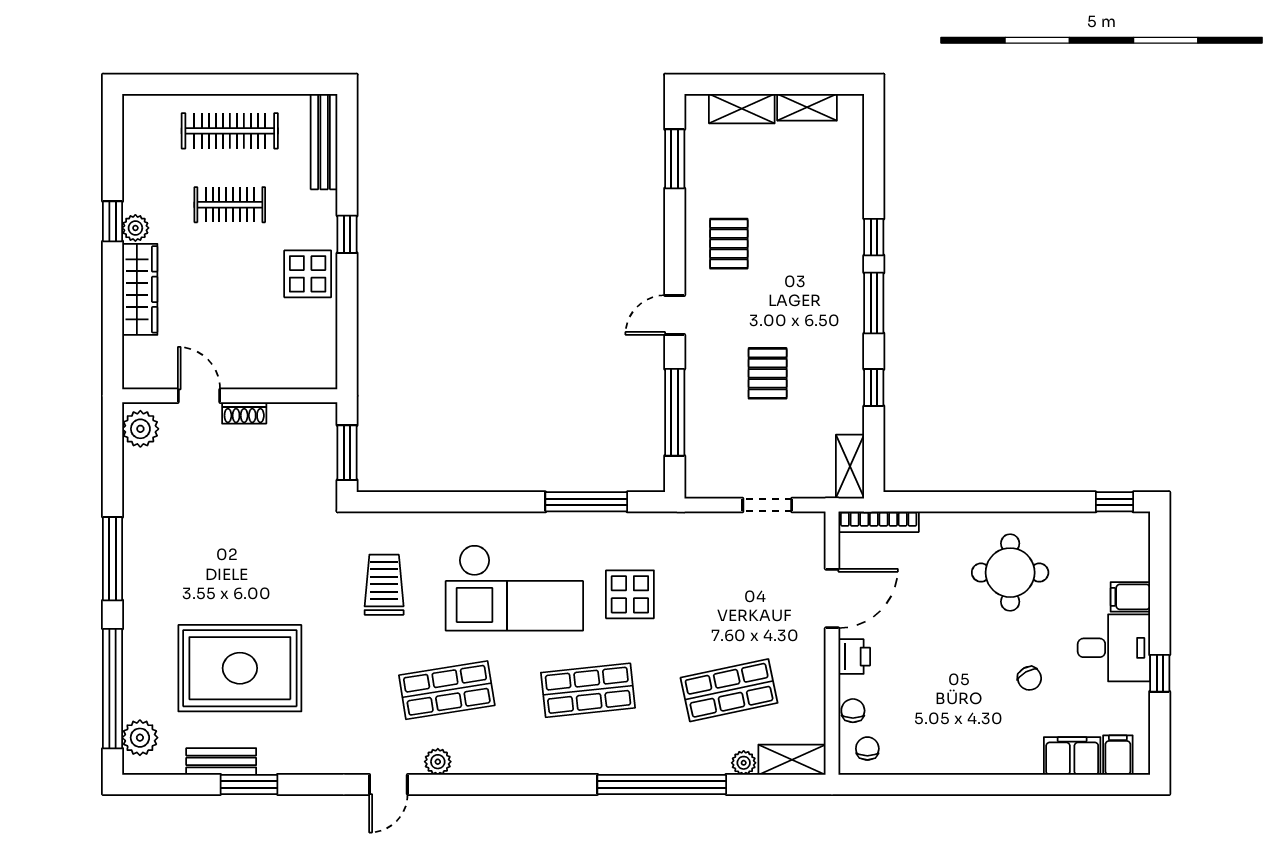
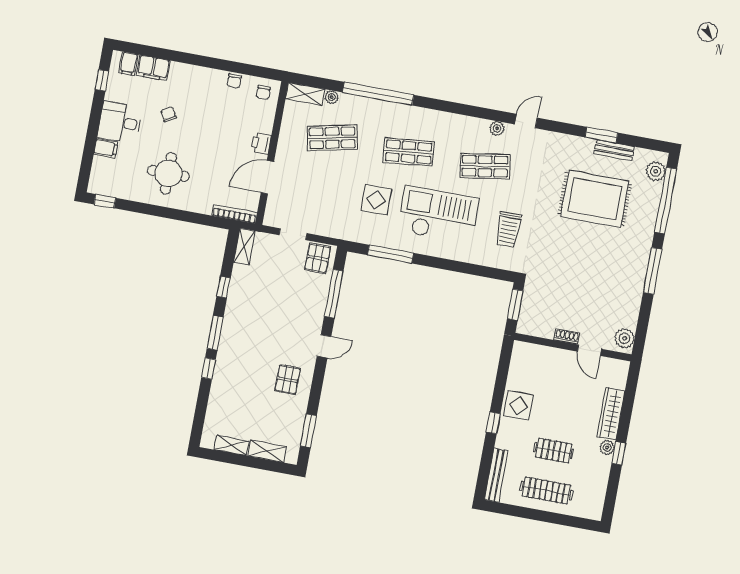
pallet: (768, 373) -> (318, 258), moved
window: (1160, 673) -> (102, 80), moved
chair: (853, 711) -> (234, 81), moved

